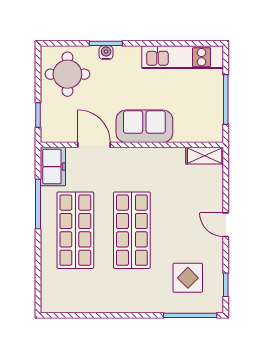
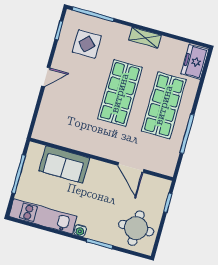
water cooler: (106, 53) -> (80, 231), moved
sofa: (144, 126) -> (64, 164), moved
shelving: (205, 156) -> (145, 38), moved
freezer: (53, 167) -> (195, 62), moved
door: (226, 225) -> (46, 77), hinge flipped

